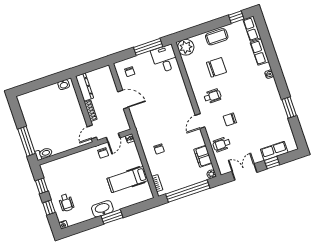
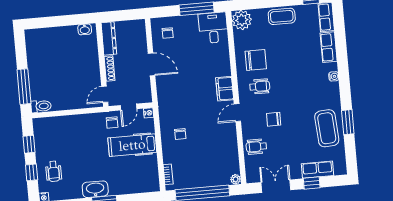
chair: (216, 67) -> (256, 60), moved
coffee table: (274, 116) -> (327, 128), added
filing cabinet: (203, 156) -> (225, 89), moved
hospital bed: (128, 179) -> (132, 145), moved

